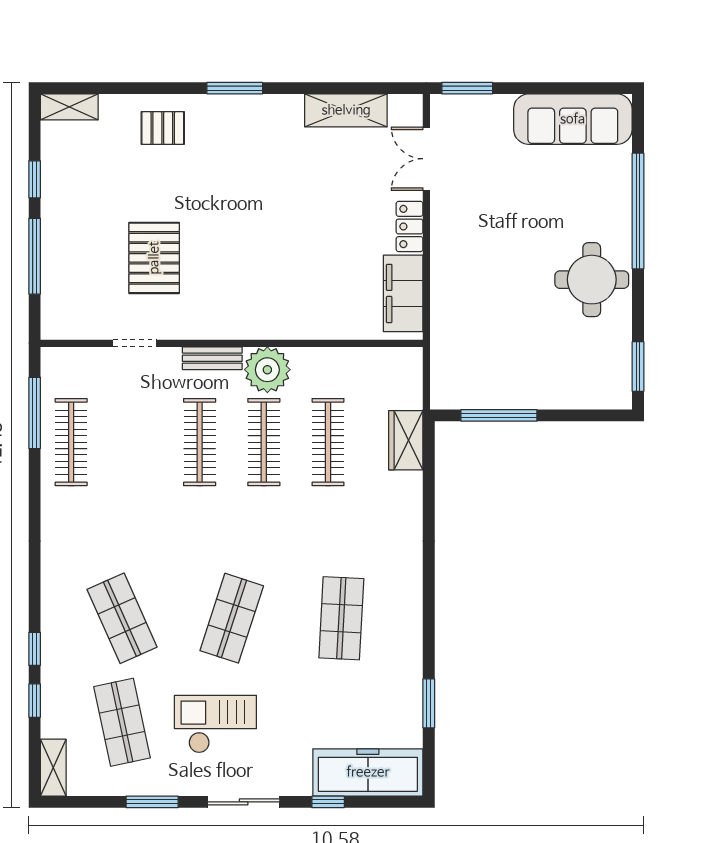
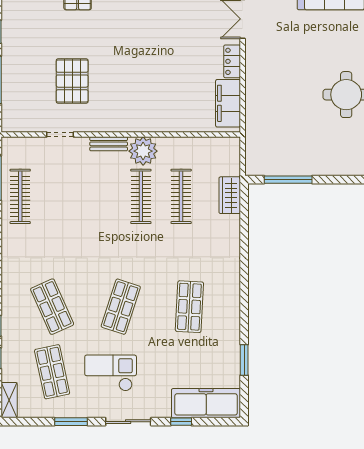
clothes rail: (200, 442) -> (101, 196), removed

